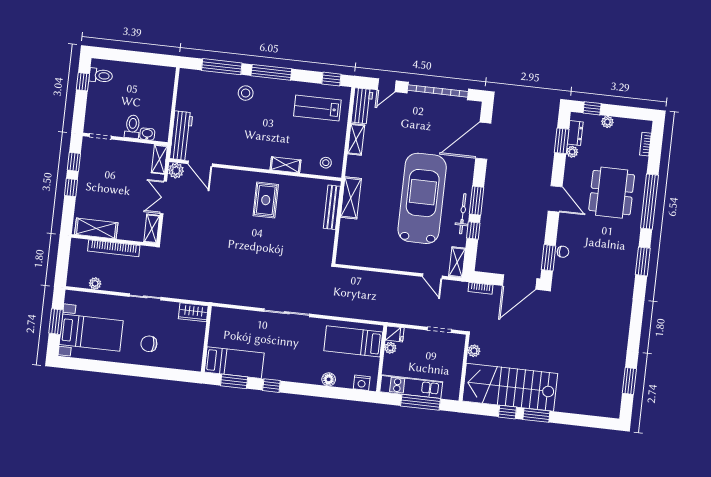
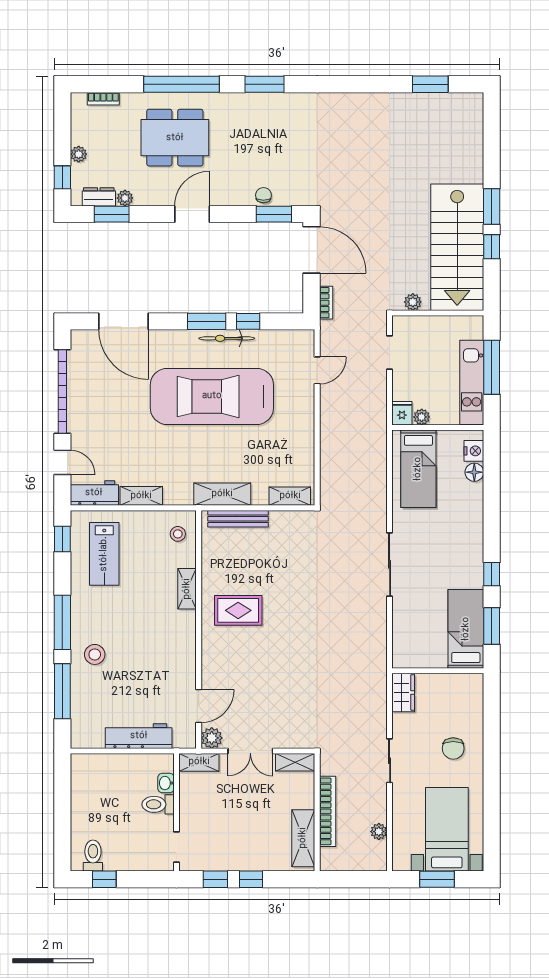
workbench: (181, 136) -> (139, 736), moved
shelving: (457, 262) -> (290, 496), moved
floor lamp: (329, 379) -> (474, 472), moved

